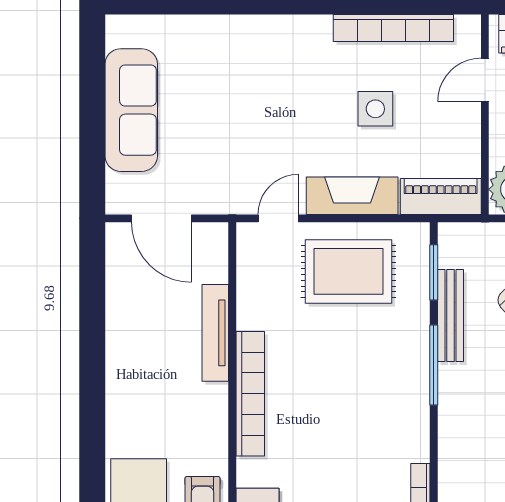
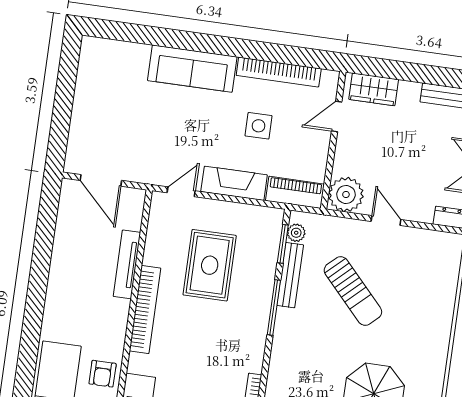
sofa: (131, 110) -> (192, 69), moved, turned 90
plant: (451, 254) -> (296, 233), added
rug: (348, 271) -> (210, 265), moved, turned 90

